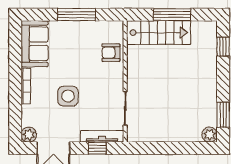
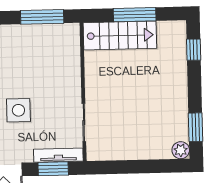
window: (77, 15) -> (42, 17), moved
armchair: (111, 53) -> (66, 60), removed
window: (97, 148) -> (53, 169), width x1.50

